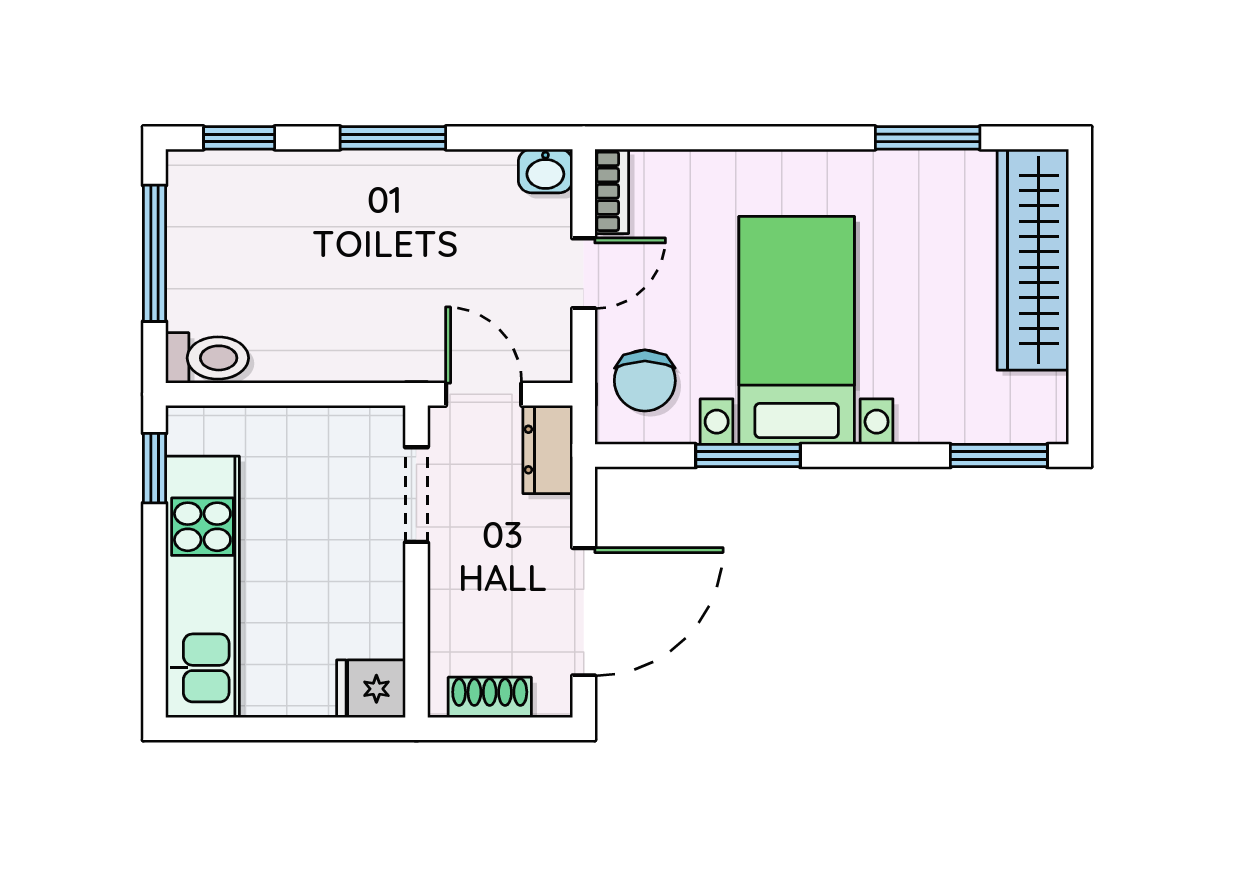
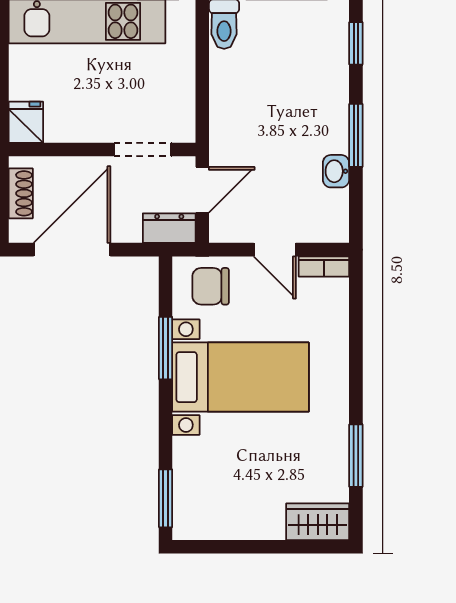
washbasin: (545, 171) -> (336, 171), moved
wardrobe: (1033, 260) -> (318, 522), width x0.48, depth x0.85
door: (584, 612) -> (72, 250), swing flipped

